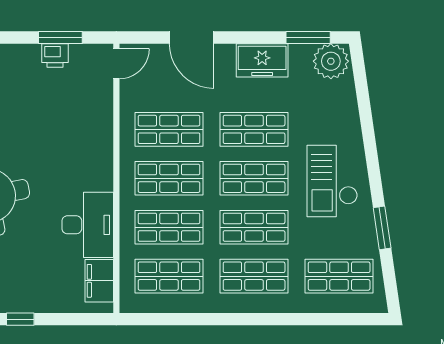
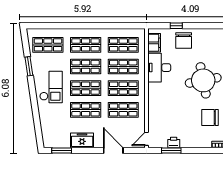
plant: (331, 61) -> (52, 140), removed
chair: (32, 286) -> (184, 40), added
window: (20, 319) -> (176, 26), moved

